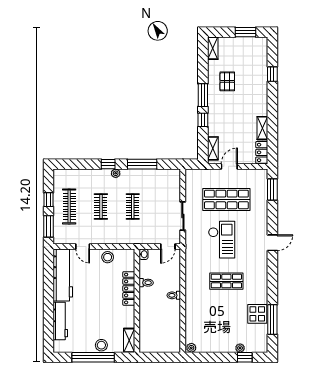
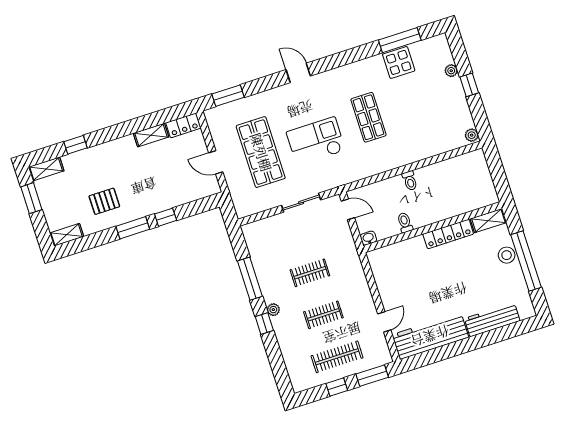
shelving: (213, 148) -> (46, 169), moved
stool: (108, 257) -> (388, 284), removed
locker: (129, 288) -> (448, 234), moved
window: (245, 357) -> (469, 85), moved

